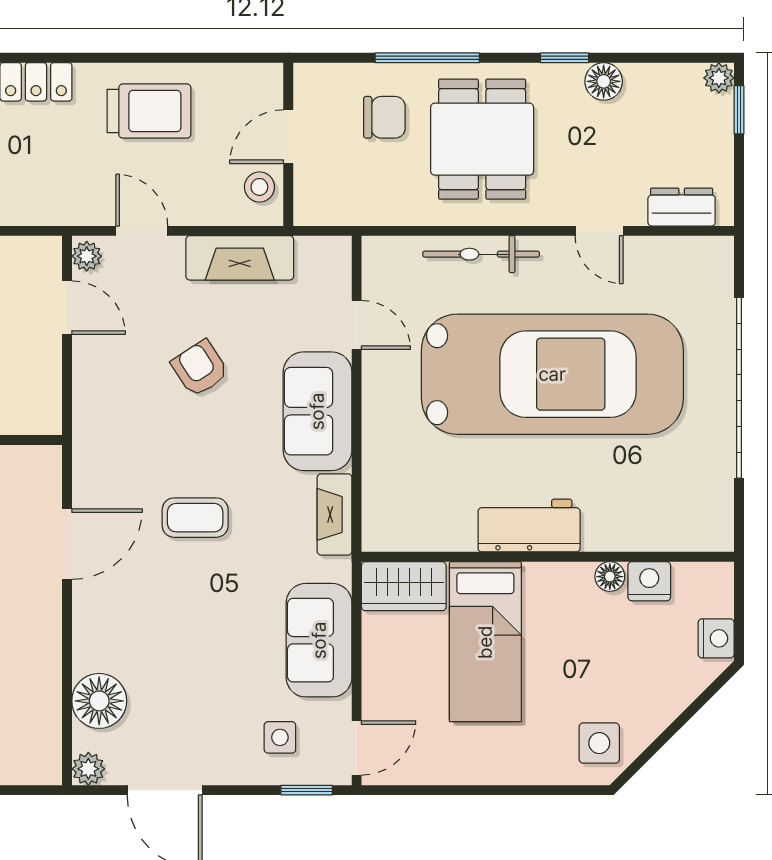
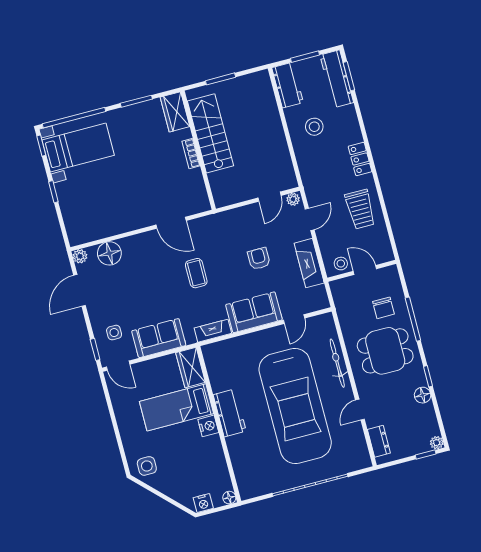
armchair: (200, 368) -> (259, 259), turned -57
floor lamp: (610, 577) -> (229, 498), moved
nightstand: (649, 581) -> (208, 426), moved

